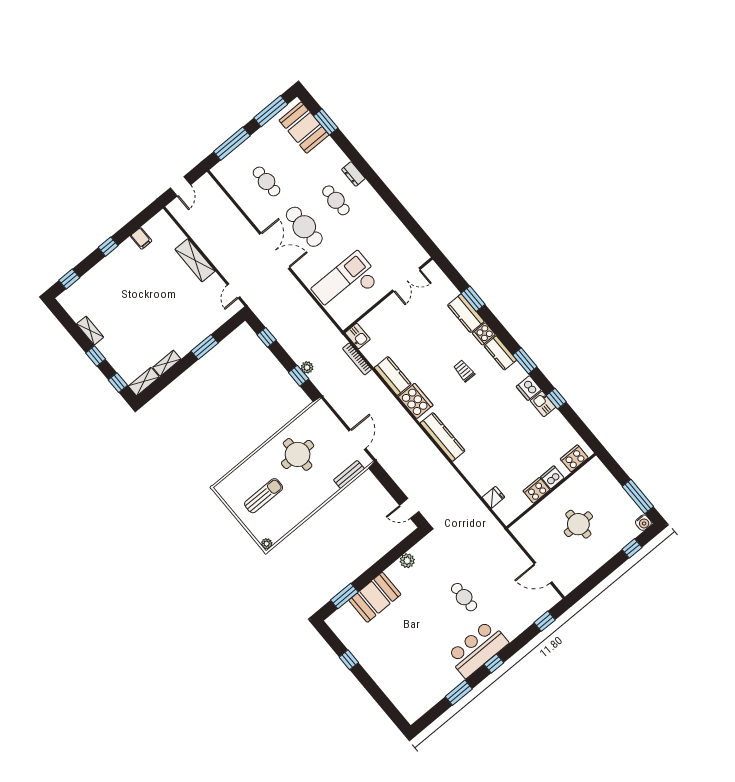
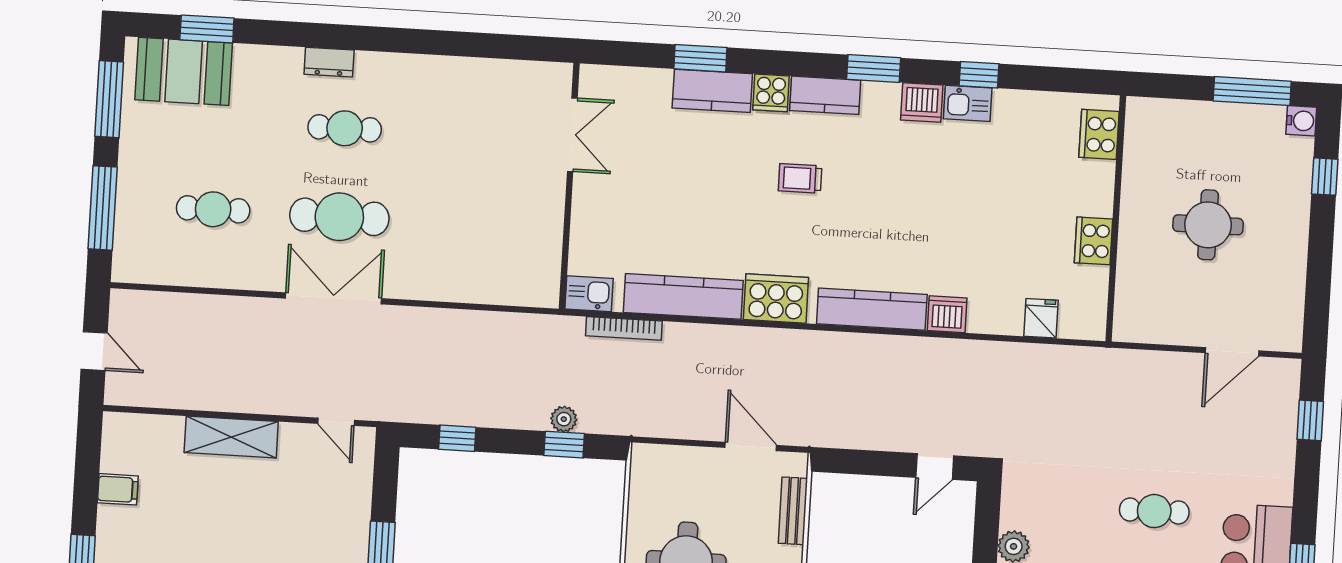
checkout: (346, 284) -> (490, 235), removed
kitchen counter: (393, 376) -> (683, 296), width x1.50
dishwasher: (552, 477) -> (947, 314), moved, turned 90

